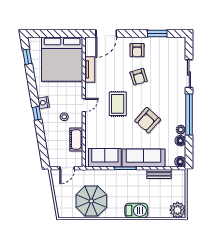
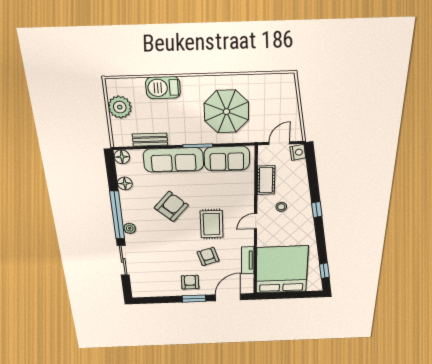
window: (157, 33) -> (194, 299), moved
armchair: (139, 77) -> (208, 256), moved
nightstand: (44, 103) -> (298, 152), moved
plant: (181, 130) -> (130, 228), moved
parasol: (91, 201) -> (226, 112), moved
plant: (178, 210) -> (120, 107), moved
barbecue: (136, 211) -> (163, 88), moved

